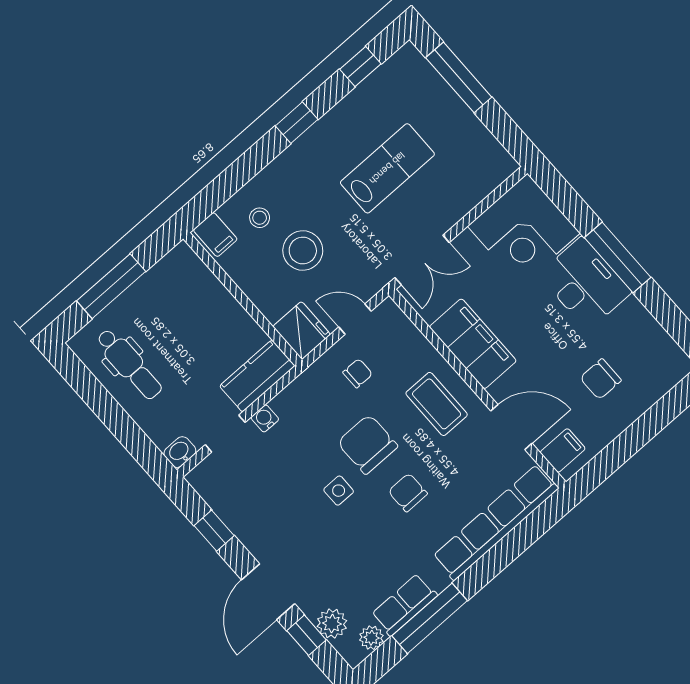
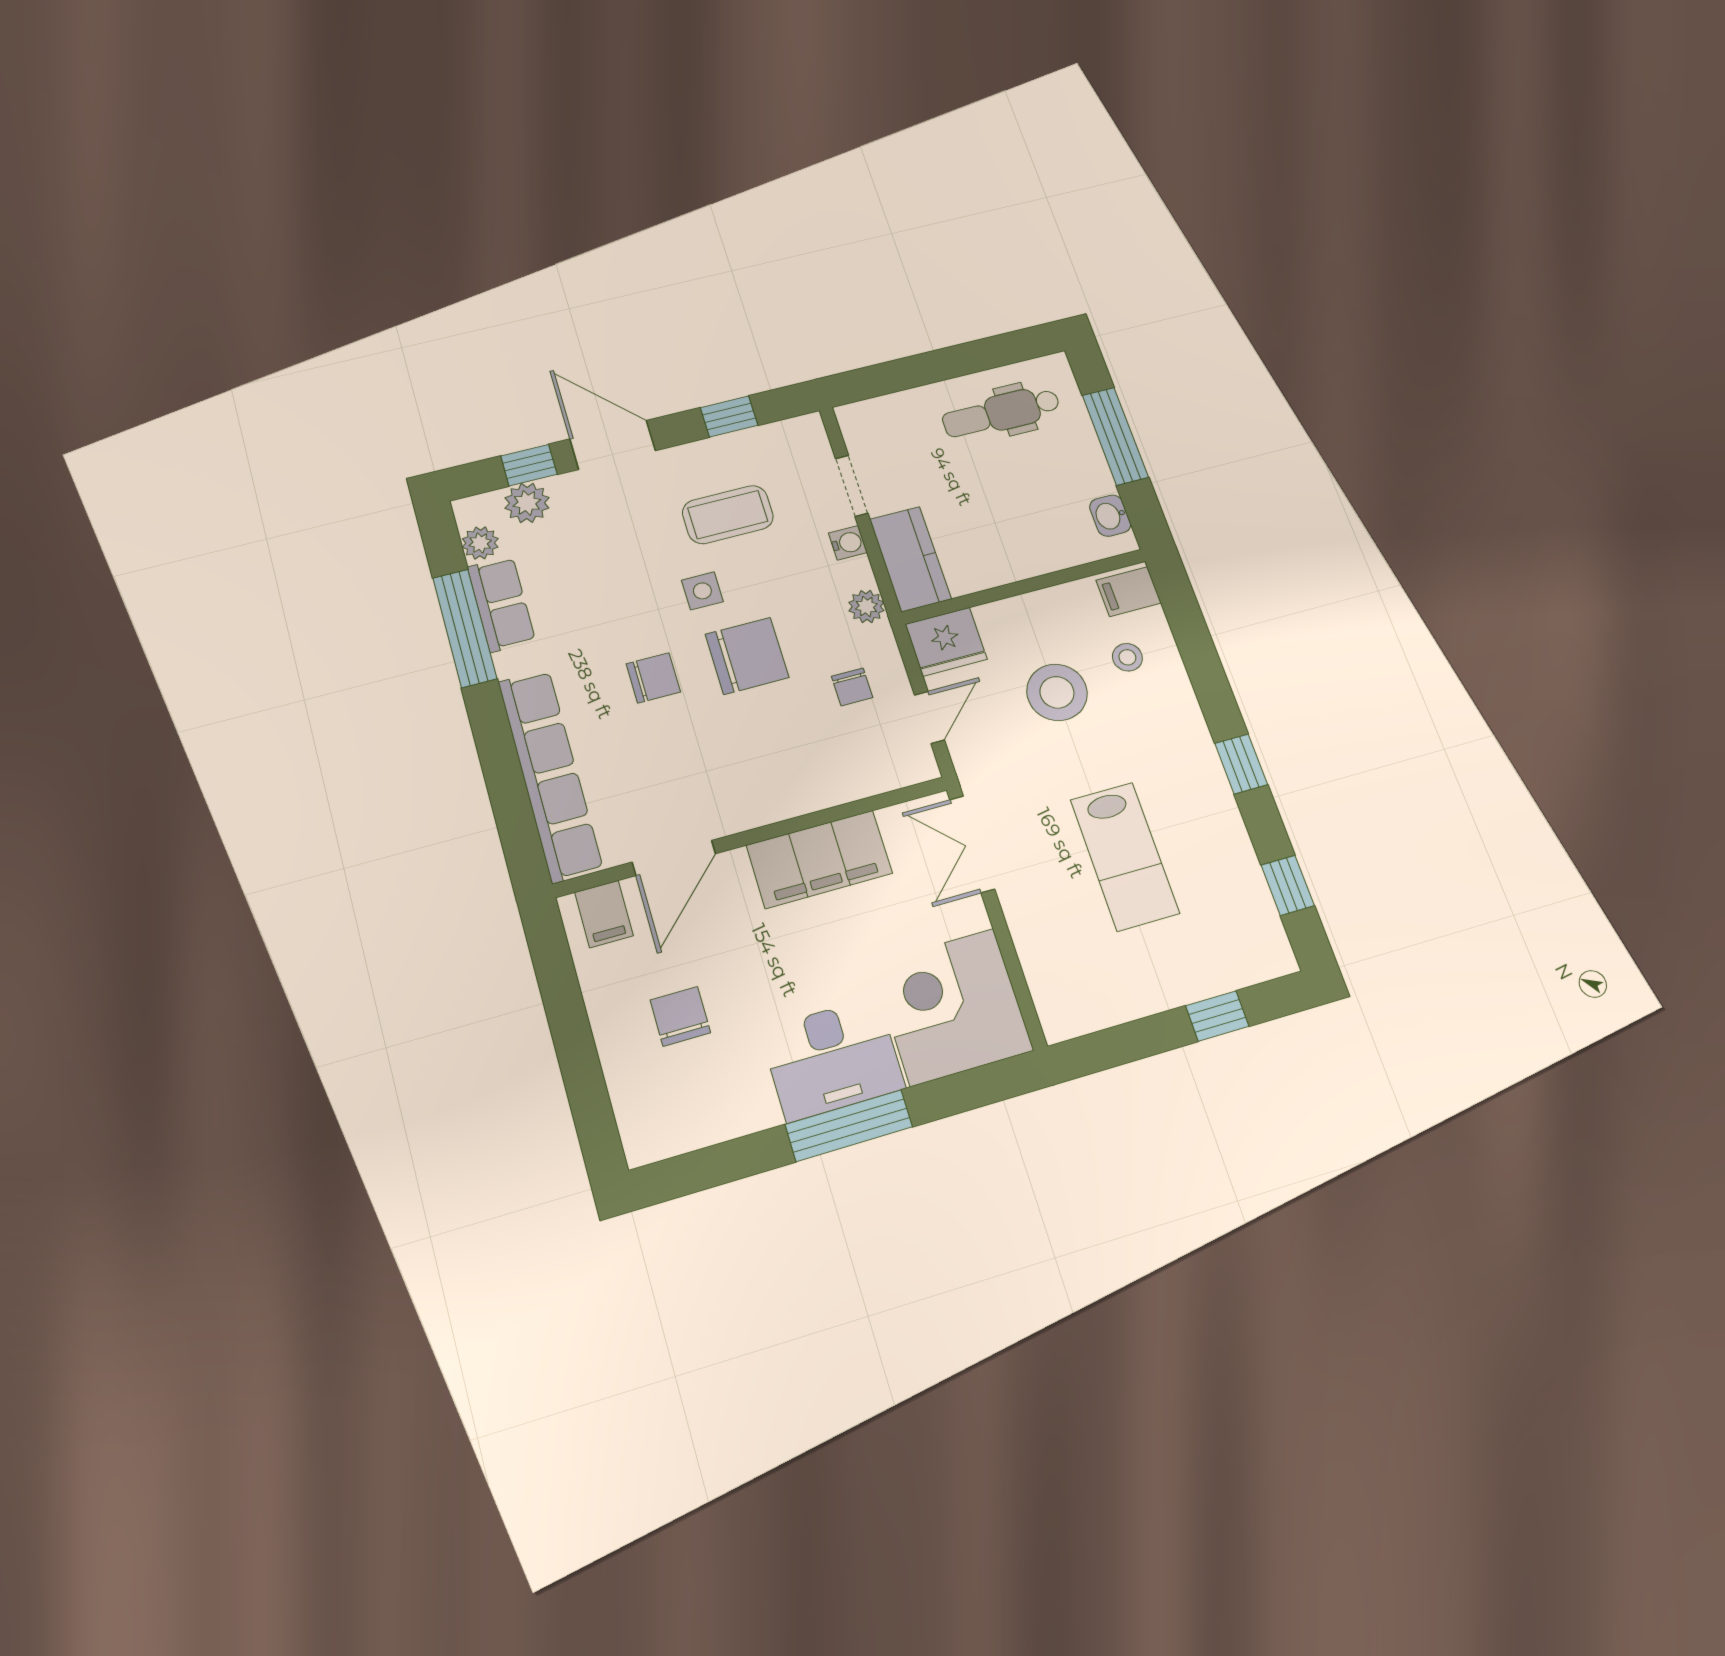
window: (459, 77) -> (1217, 1016), width x0.46
plant: (302, 388) -> (866, 606), added
coffee table: (437, 404) -> (728, 515), moved
washbasin: (180, 452) -> (1110, 516), moved, turned 180

